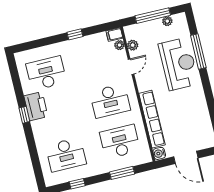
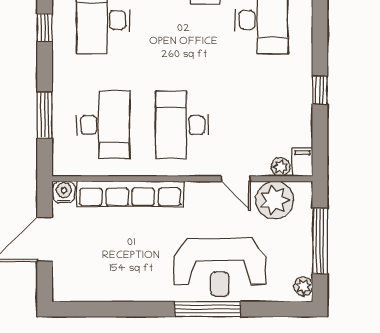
plant: (167, 21) -> (303, 286), moved
plant: (133, 45) -> (274, 200), width x1.88, depth x1.88
window: (198, 51) -> (208, 309), moved

